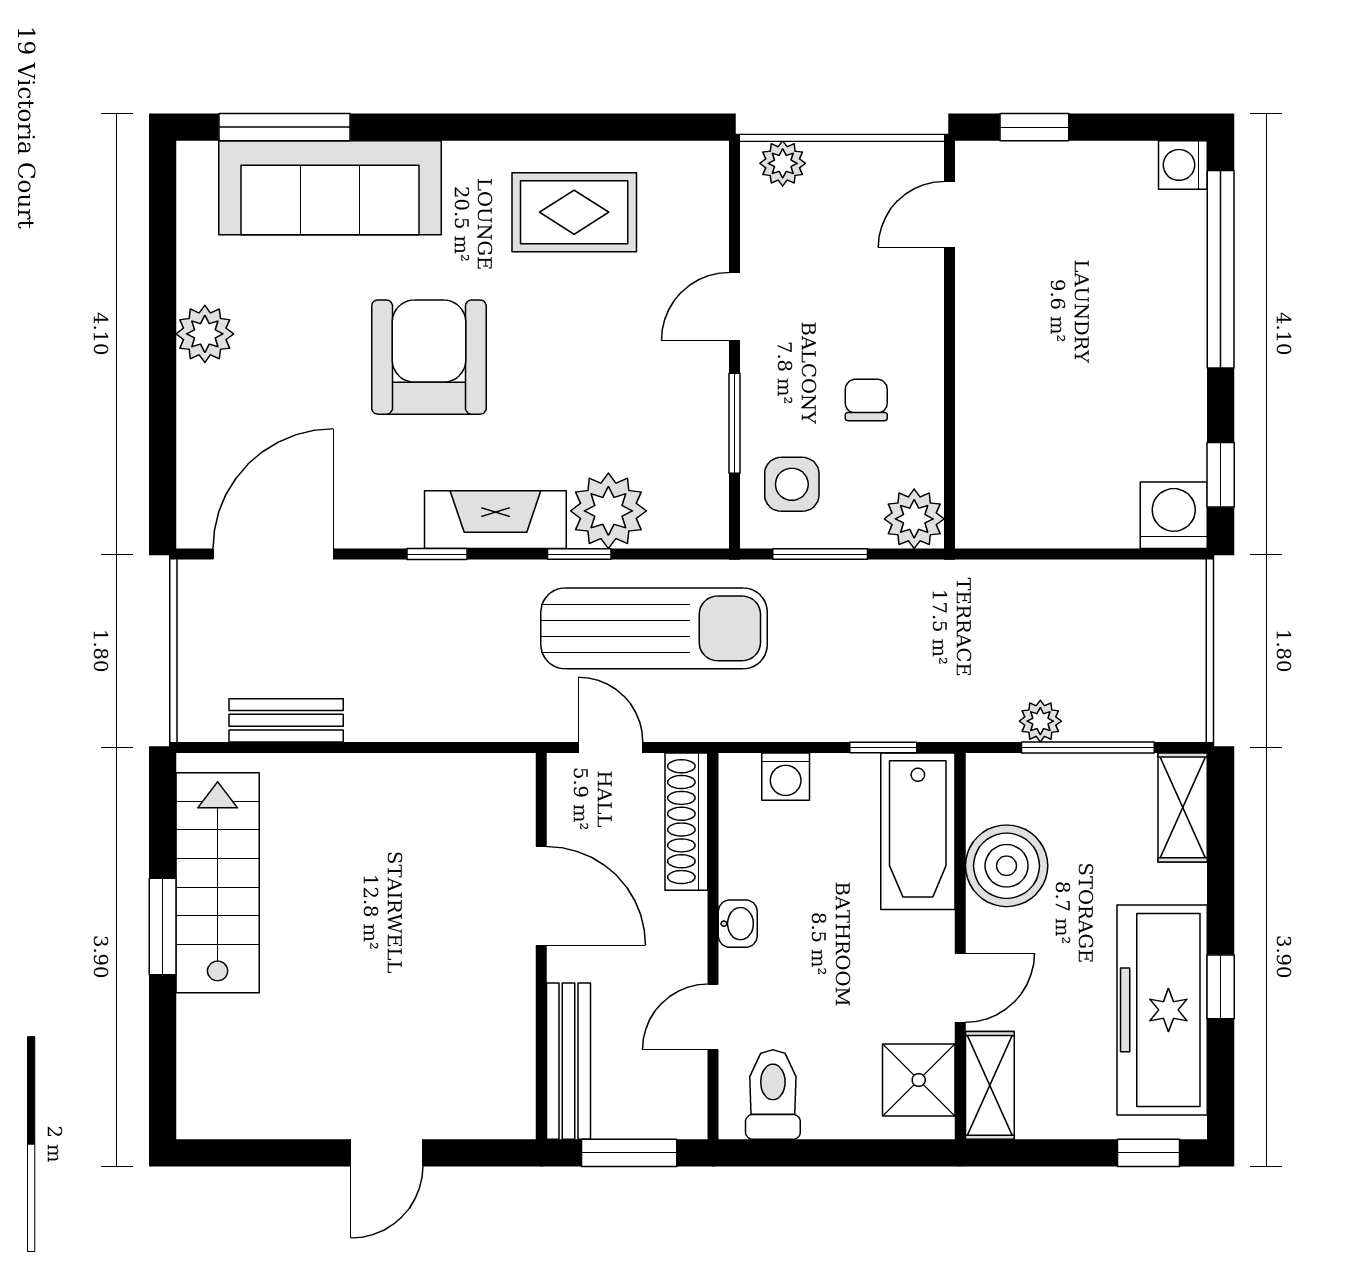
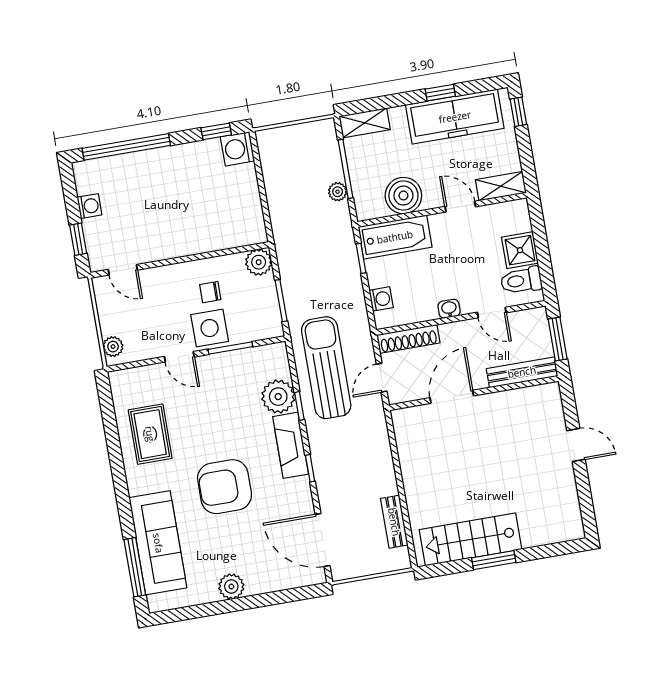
washing machine: (1183, 165) -> (89, 206), moved, turned -90
side table: (792, 484) -> (210, 328), moved, width x1.37, depth x1.37
shower: (919, 1080) -> (520, 250), moved

